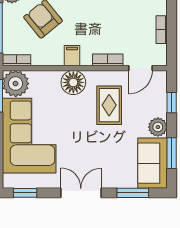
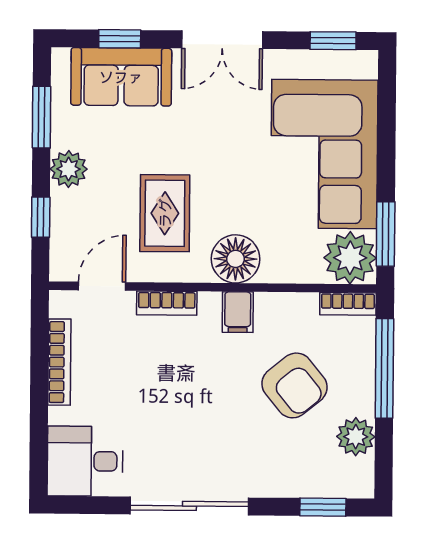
bookcase: (162, 30) -> (59, 362), width x1.56
sofa: (153, 163) -> (121, 77), moved, turned 90
window: (133, 193) -> (120, 39), width x0.67

